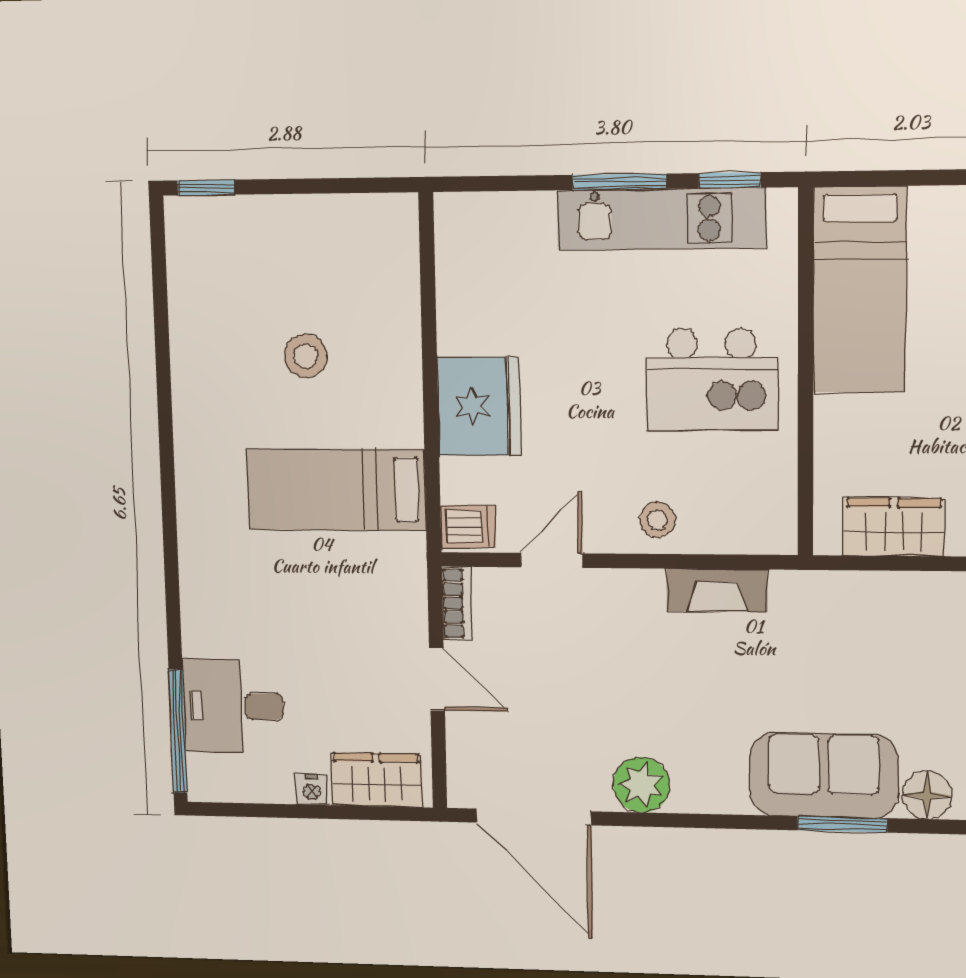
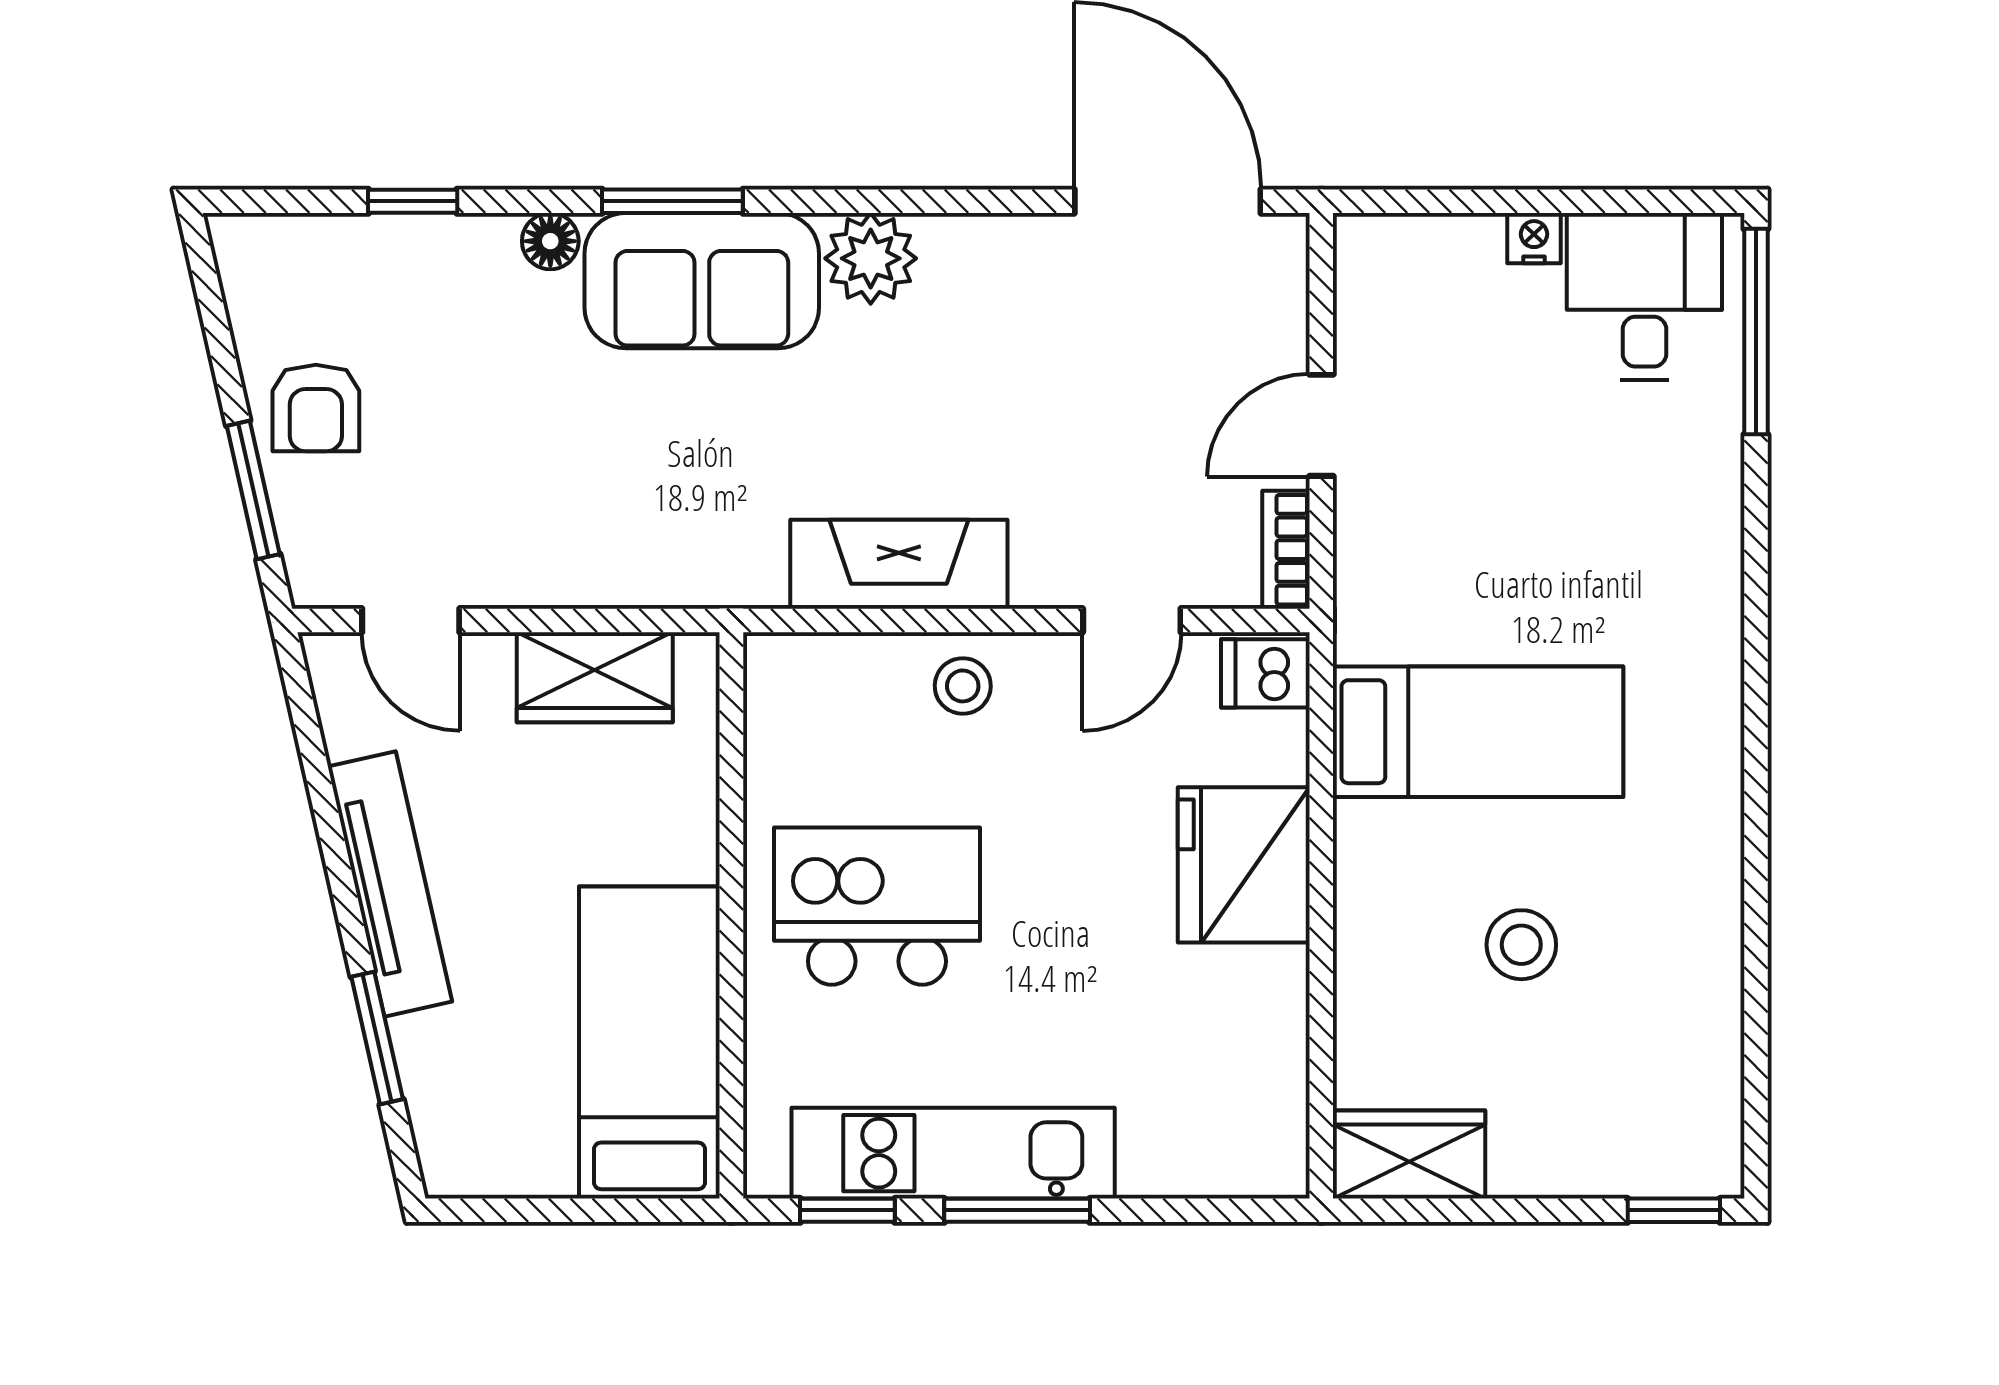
fireplace: (717, 590) -> (899, 564), width x1.37, depth x1.32
door: (437, 679) -> (1321, 425), hinge flipped
desk: (233, 706) -> (1644, 296), moved, turned -90
wardrobe: (377, 780) -> (1409, 1155), moved, turned 180
plant: (641, 785) -> (871, 258), moved
floor lamp: (927, 795) -> (550, 241), width x0.73, depth x0.73

